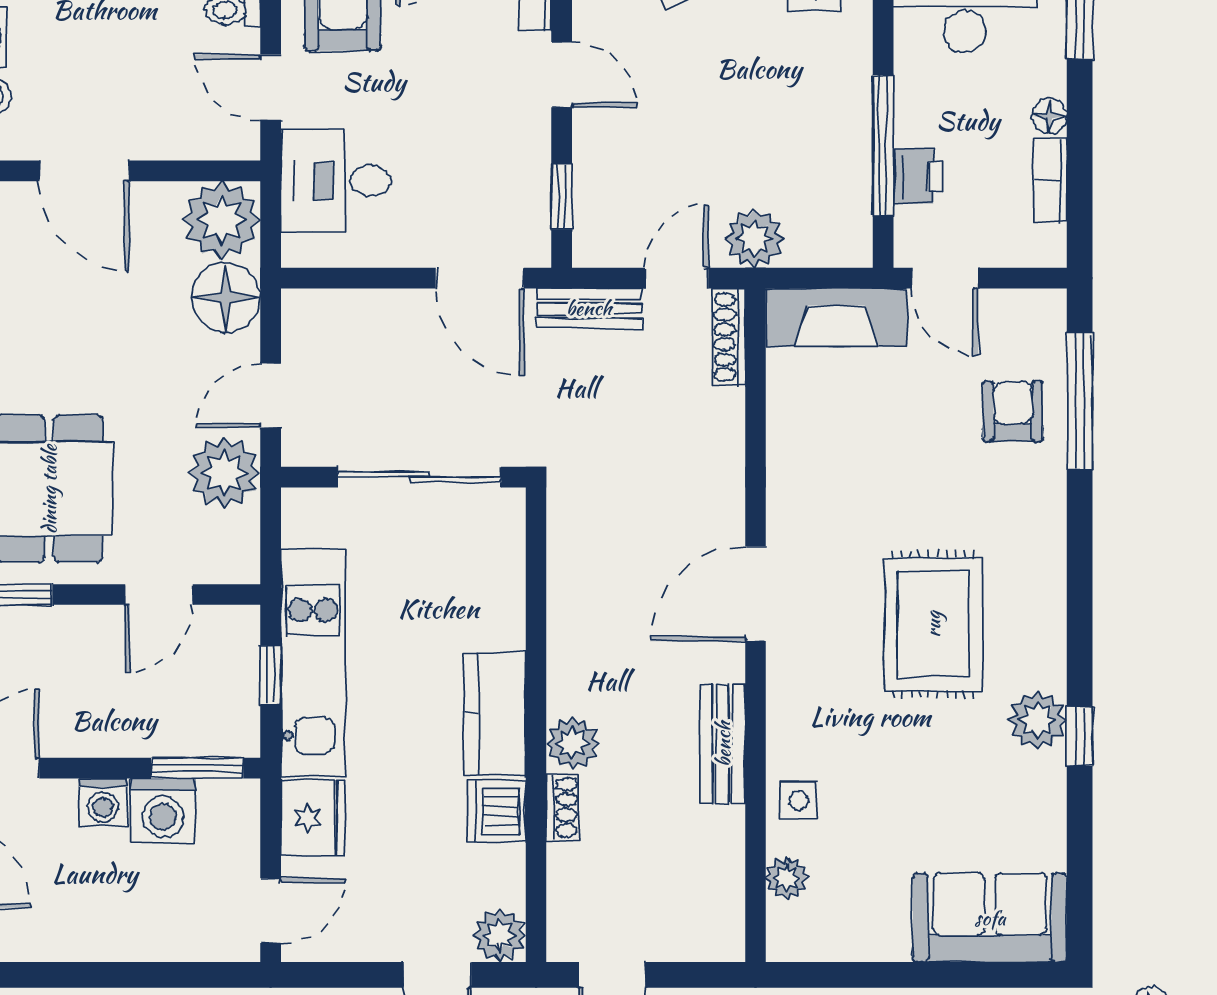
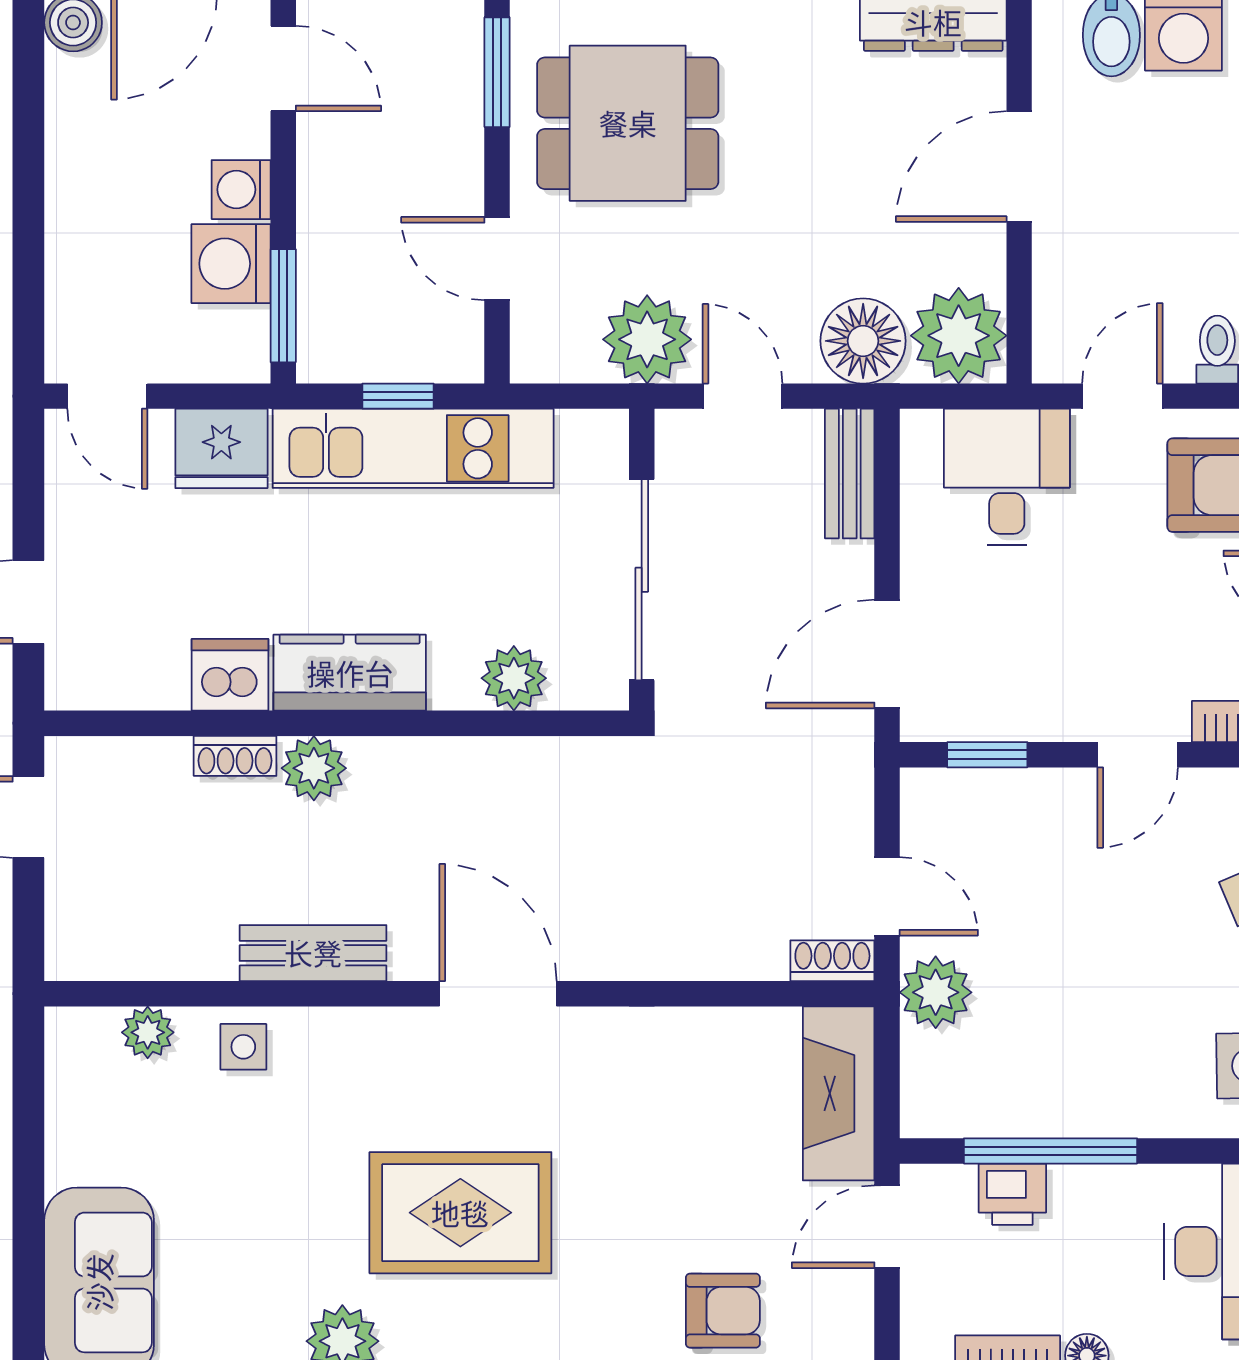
bench: (589, 308) -> (850, 474), moved
shoe rack: (729, 337) -> (832, 961), width x0.70
plant: (499, 935) -> (514, 678), moved

